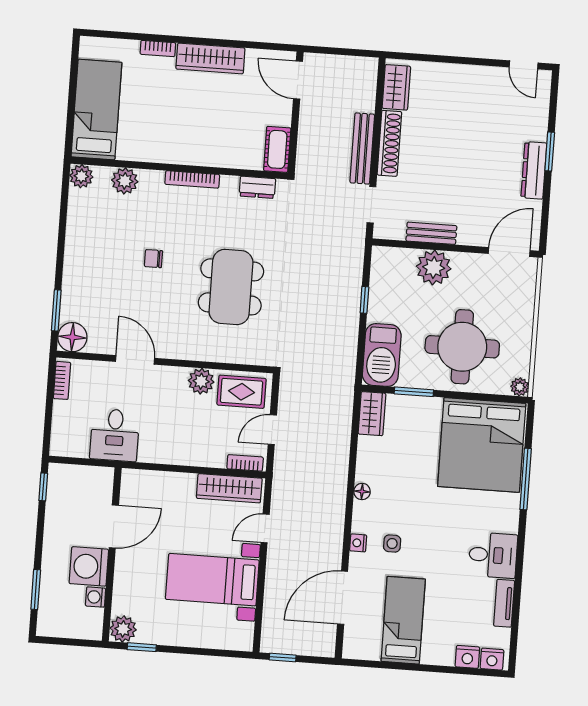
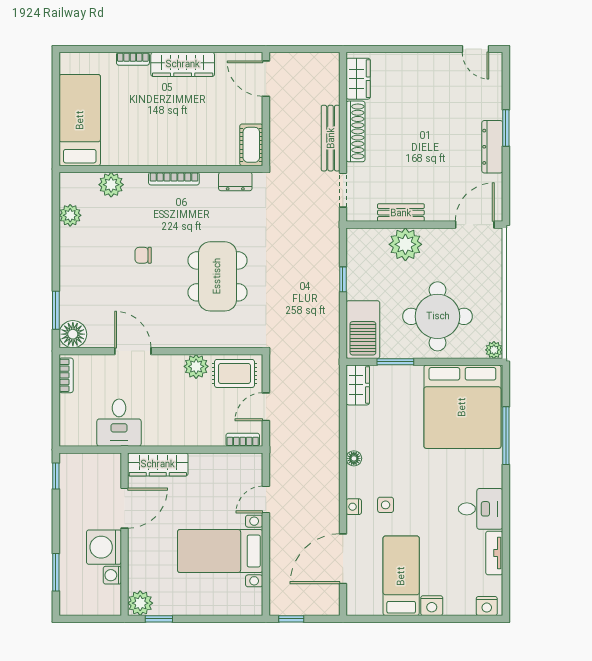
plant: (81, 176) -> (70, 215), moved
wardrobe: (229, 488) -> (158, 464), moved
nightstand: (467, 657) -> (432, 606), moved

